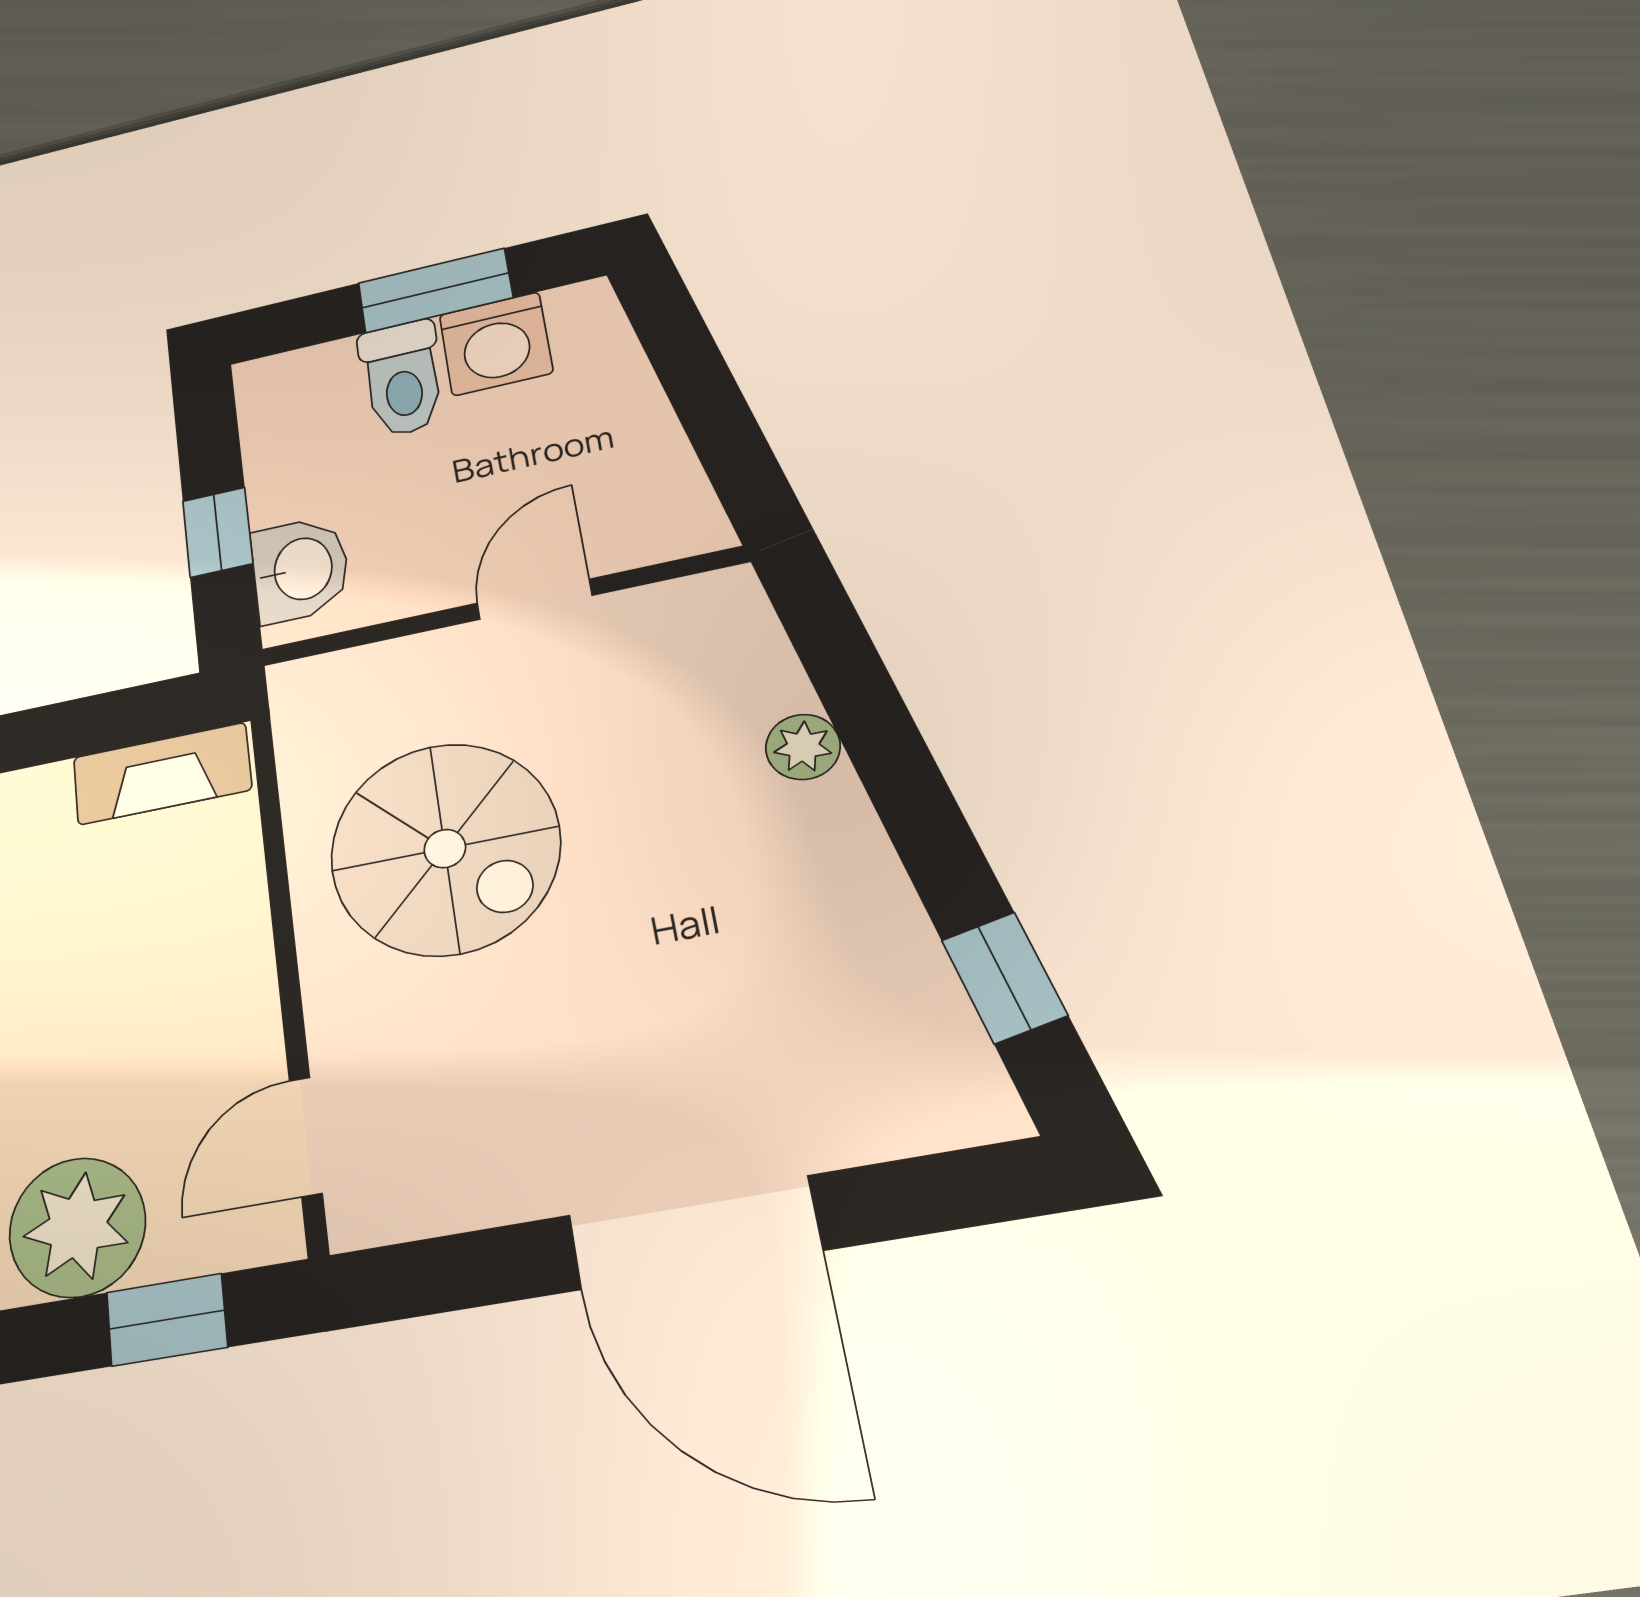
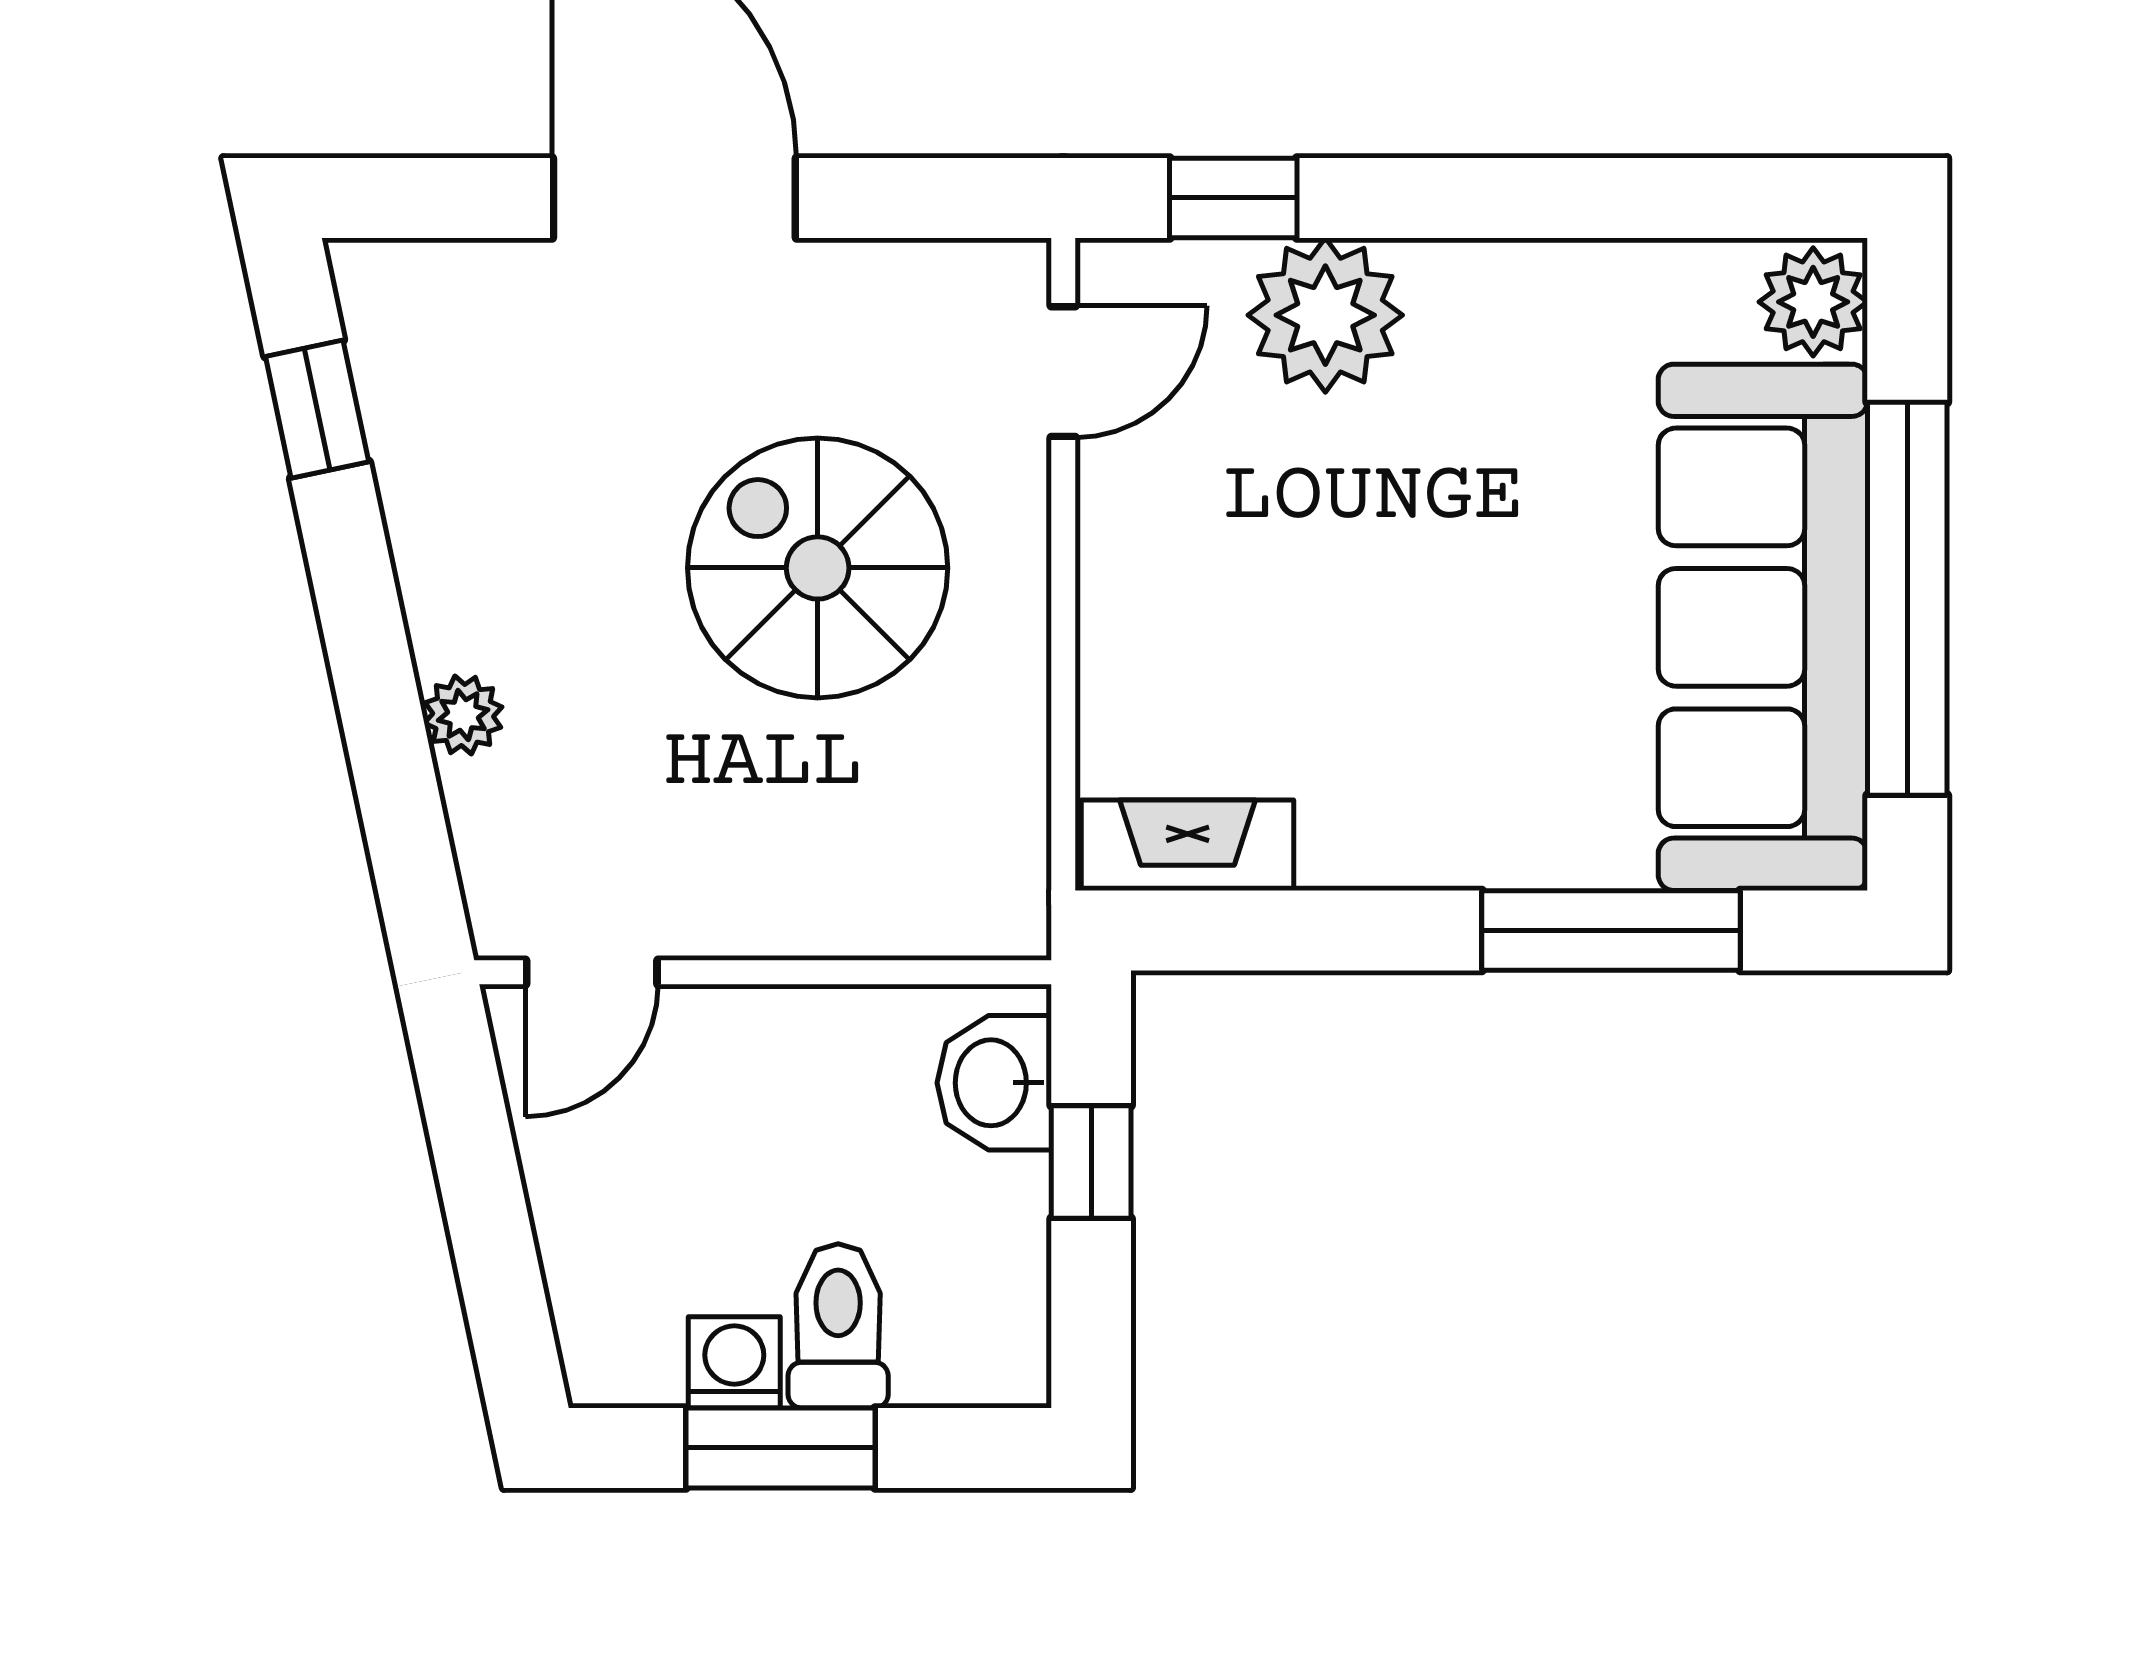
washing machine: (496, 344) -> (734, 1362), width x0.73, depth x0.73
door: (534, 599) -> (592, 972), moved
spiral stairs: (445, 849) -> (818, 568), moved

